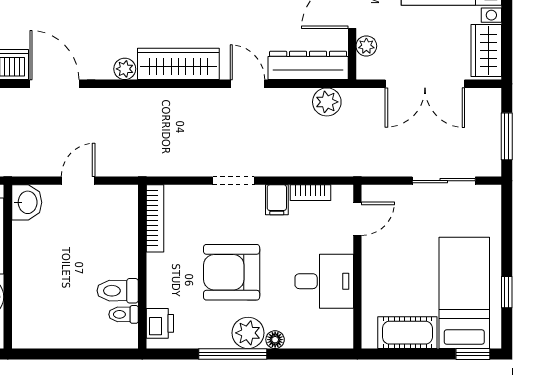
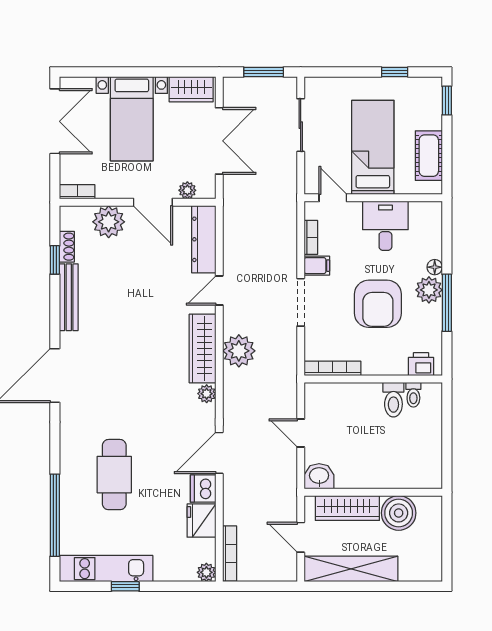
plant: (327, 102) -> (239, 351), moved, width x1.36, depth x1.36
doorway: (233, 181) -> (301, 302), width x1.38
bed: (464, 293) -> (373, 147), moved, turned 90

